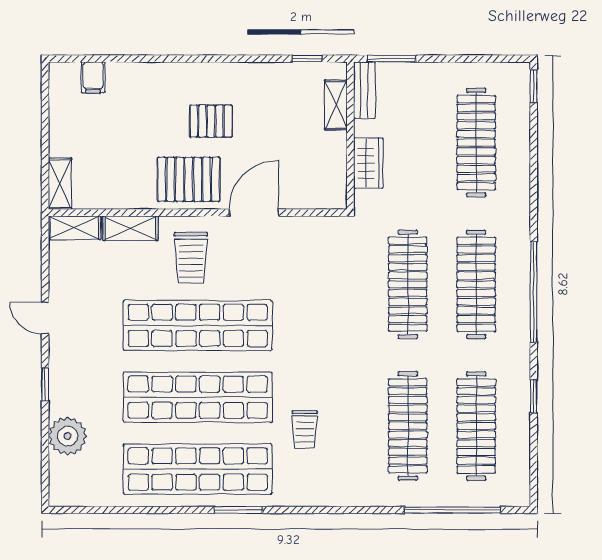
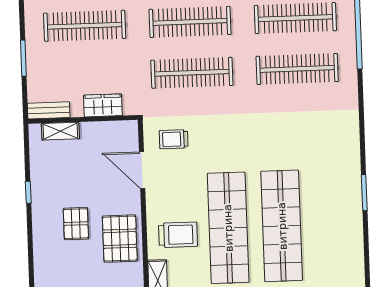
window: (307, 59) -> (28, 192), moved
window: (392, 59) -> (23, 58), moved
door: (254, 213) -> (142, 170), moved
trolley: (305, 430) -> (174, 139), moved, turned 180
shop shelf: (198, 469) -> (335, 224), removed

